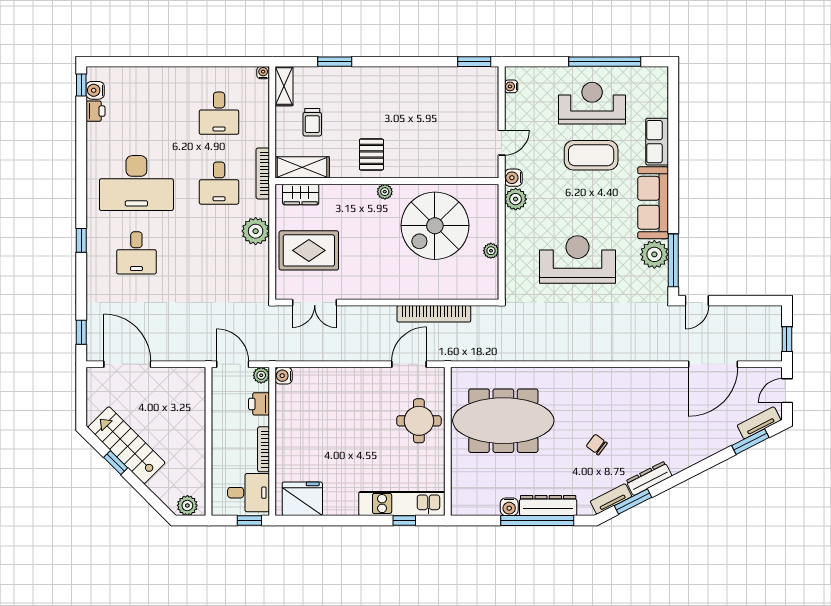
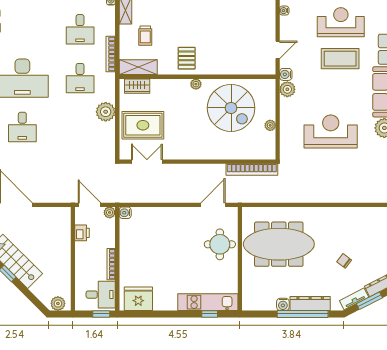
bookcase: (263, 173) -> (111, 54), moved
spiral stairs: (435, 226) -> (231, 108), turned -90
double door: (315, 303) -> (147, 162), swing flipped
bookcase: (434, 314) -> (252, 170), moved
printer: (259, 404) -> (82, 233), moved, turned 180

